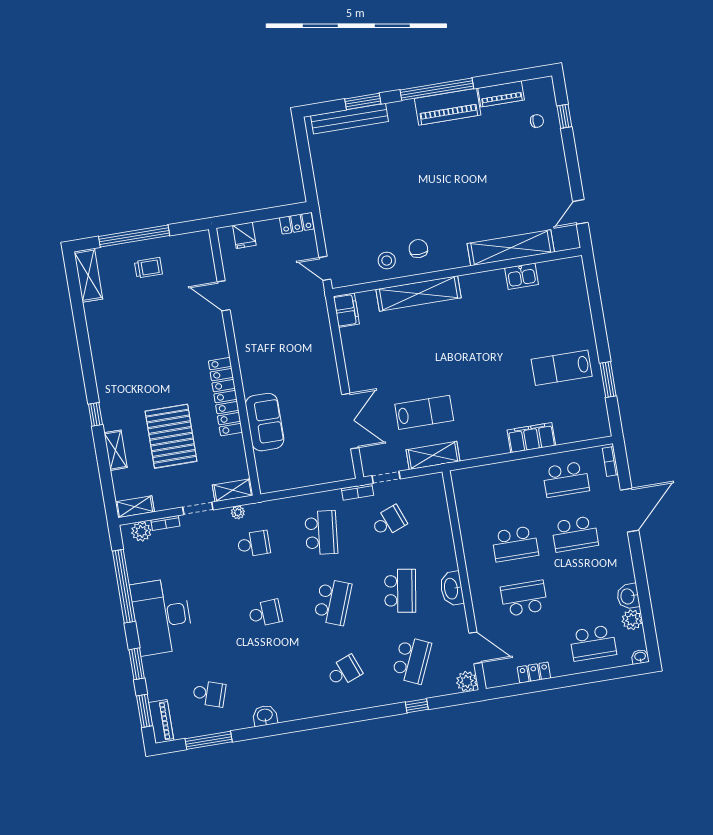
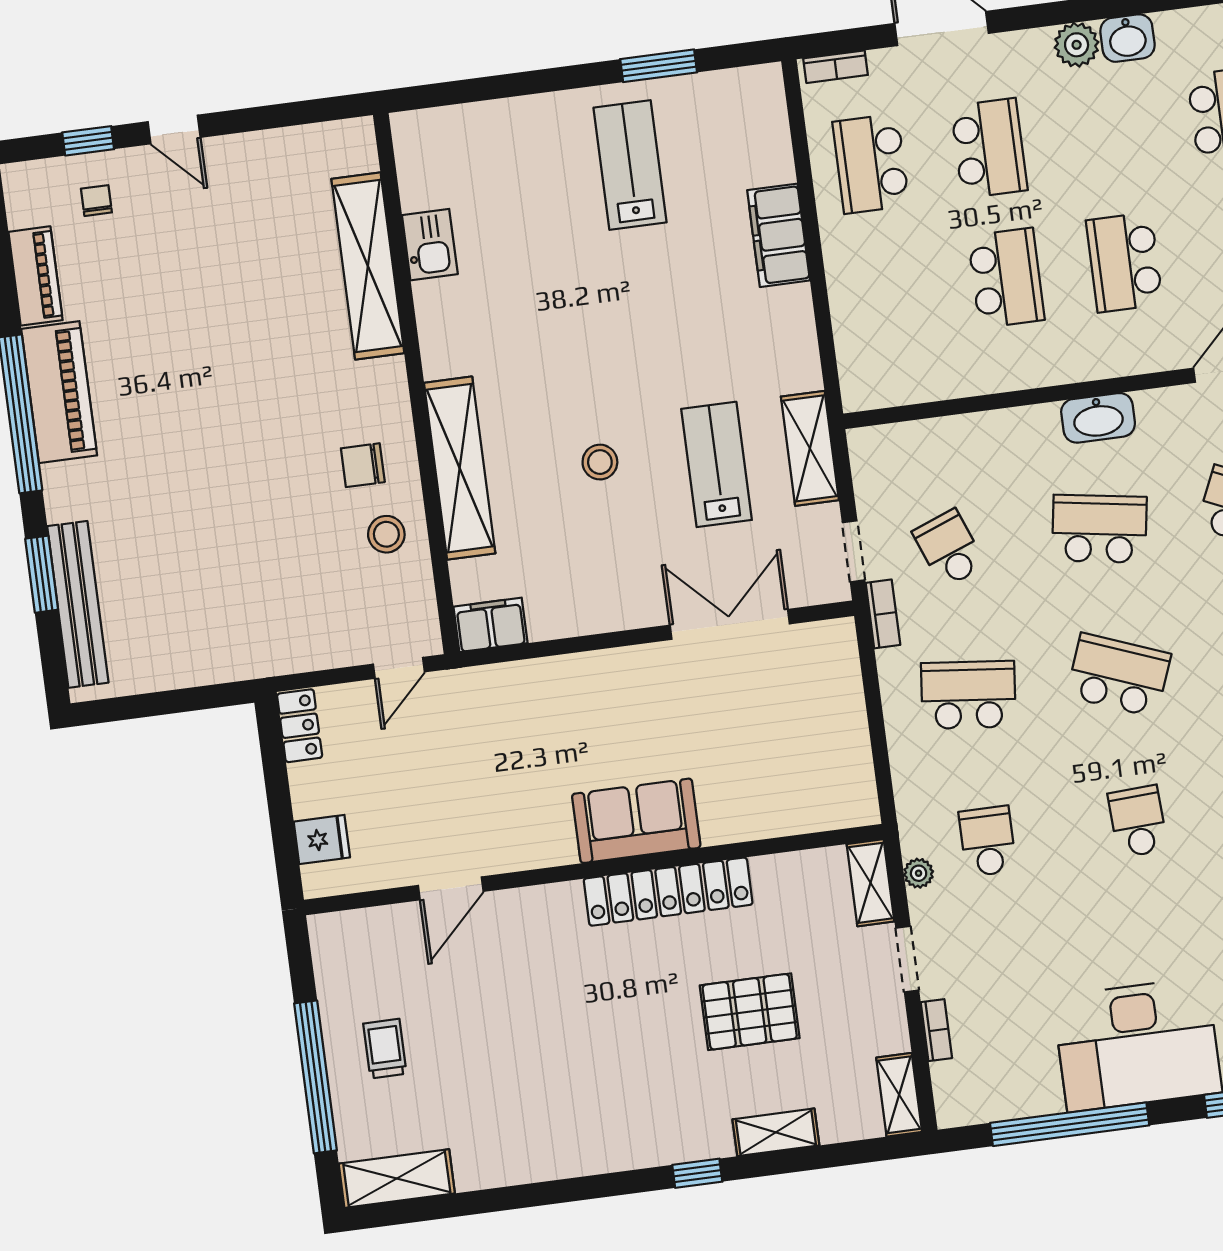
door: (580, 212) -> (174, 130), moved
stool: (423, 358) -> (600, 462), added
lab bench: (562, 368) -> (630, 165), turned 180
sofa: (265, 422) -> (636, 821), moved
pallet: (171, 436) -> (750, 1012), width x0.73, depth x0.71
school desk: (566, 479) -> (871, 164), turned 180
plant: (141, 532) -> (953, 1083), removed
plant: (632, 620) -> (1077, 45), moved

